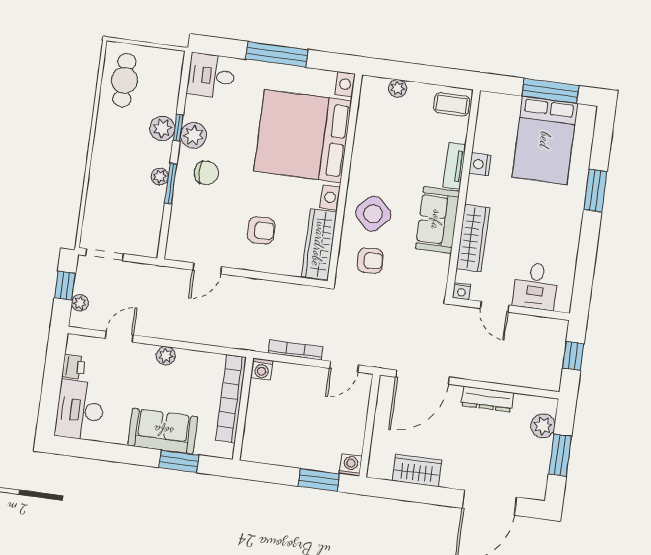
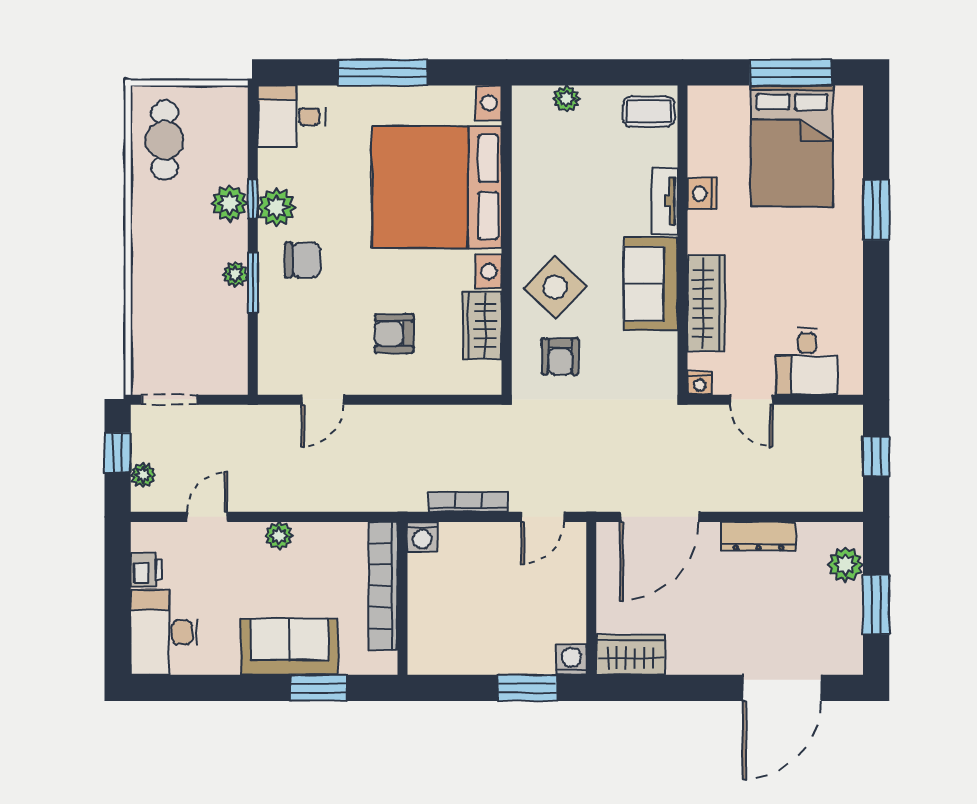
armchair: (261, 230) -> (394, 334), turned 180
wardrobe: (319, 244) -> (482, 325), width x0.67
armchair: (370, 261) -> (560, 356), turned 93
wardrobe: (417, 470) -> (631, 655), moved

